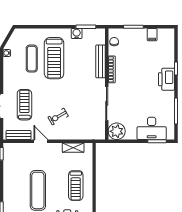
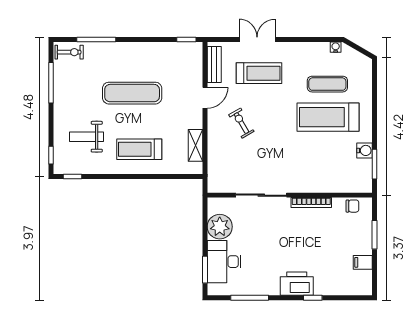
bench: (101, 61) -> (323, 186), removed
plant: (117, 131) -> (220, 227), moved

